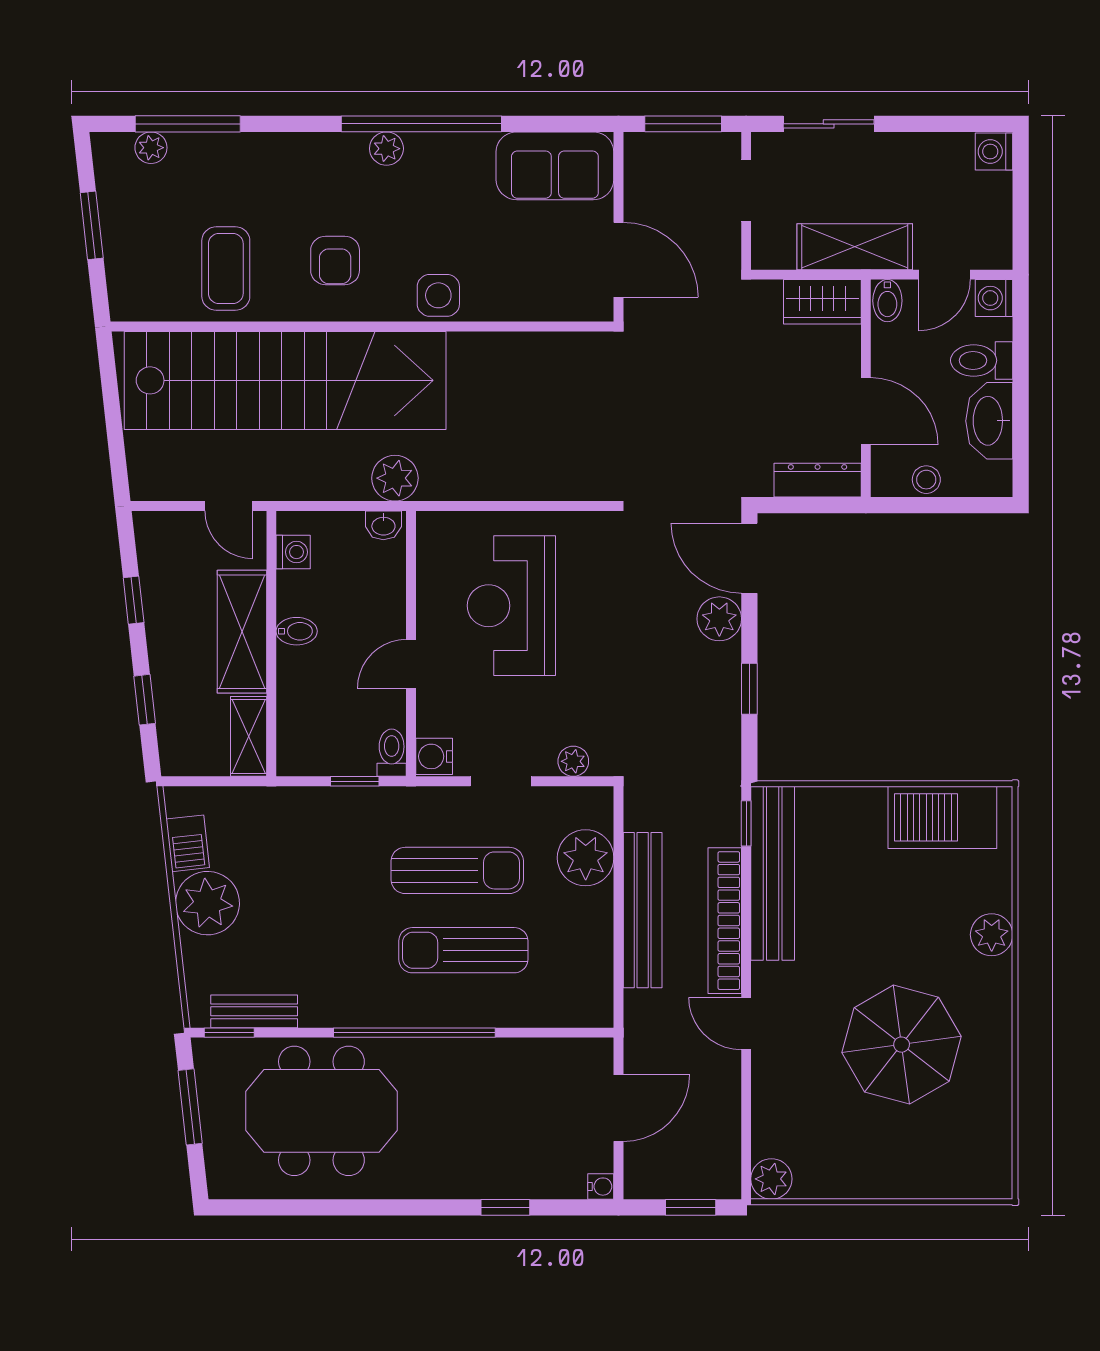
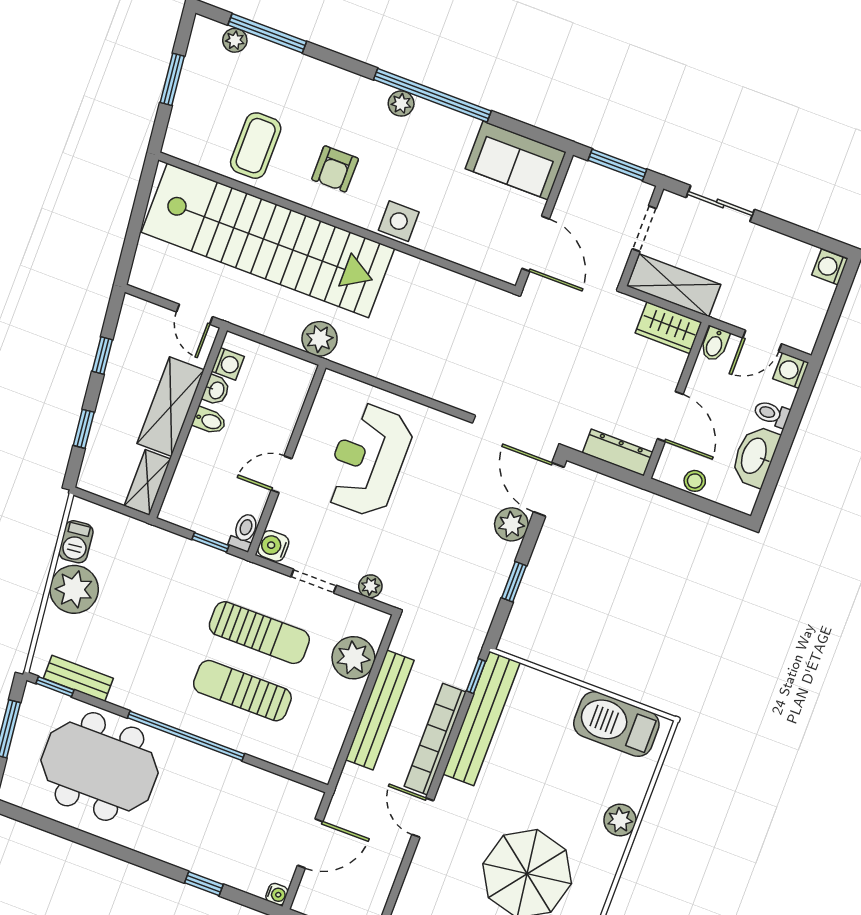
shelving: (855, 247) -> (674, 285), moved
toilet: (982, 360) -> (772, 414), width x0.73, depth x0.72
washbasin: (383, 525) -> (216, 390), moved, turned -90

